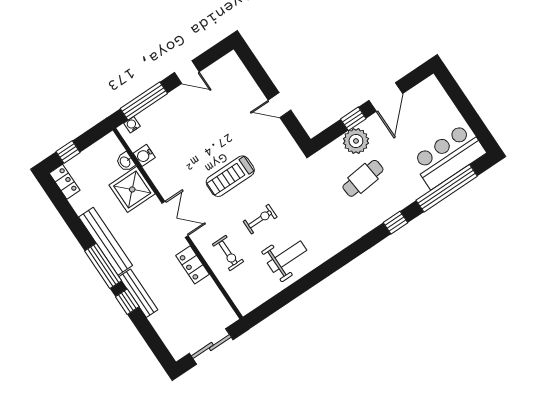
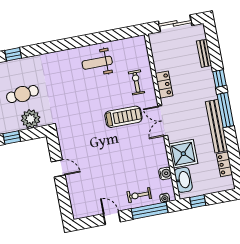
plant: (356, 141) -> (31, 119), moved
window: (68, 152) -> (198, 201), moved
washbasin: (125, 162) -> (183, 180), width x1.91, depth x1.45
treadmill: (230, 176) -> (123, 117), moved
locker: (65, 182) -> (224, 164), moved
exercise bike: (260, 219) -> (139, 195), moved
bench: (138, 293) -> (204, 53), moved, width x0.73

